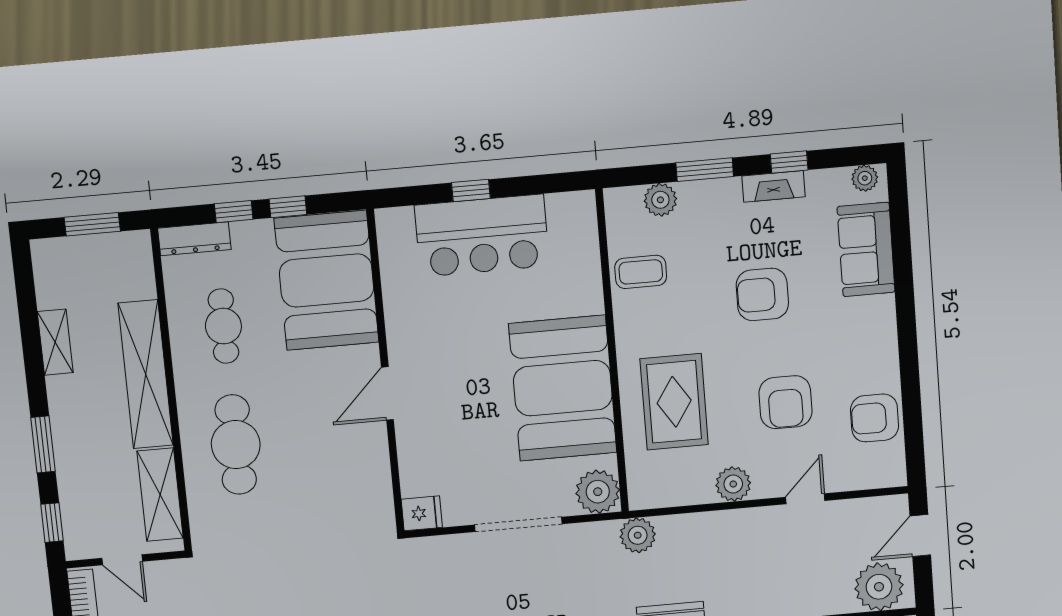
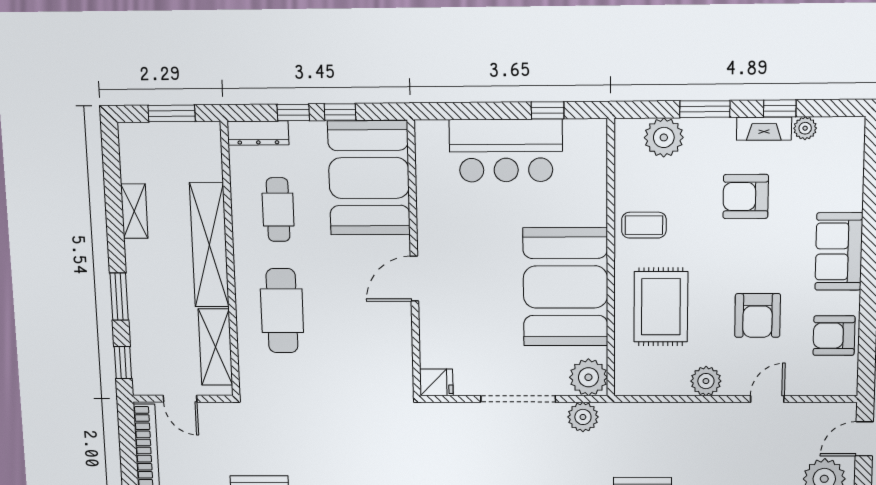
plant: (865, 178) -> (805, 128), moved
window: (471, 190) -> (548, 110), moved
plant: (660, 200) -> (664, 137), width x1.36, depth x1.36
sofa: (866, 249) -> (839, 251), moved
coffee table: (641, 272) -> (644, 225), moved
armchair: (762, 294) -> (746, 196), moved
plant: (638, 535) -> (583, 417), moved

